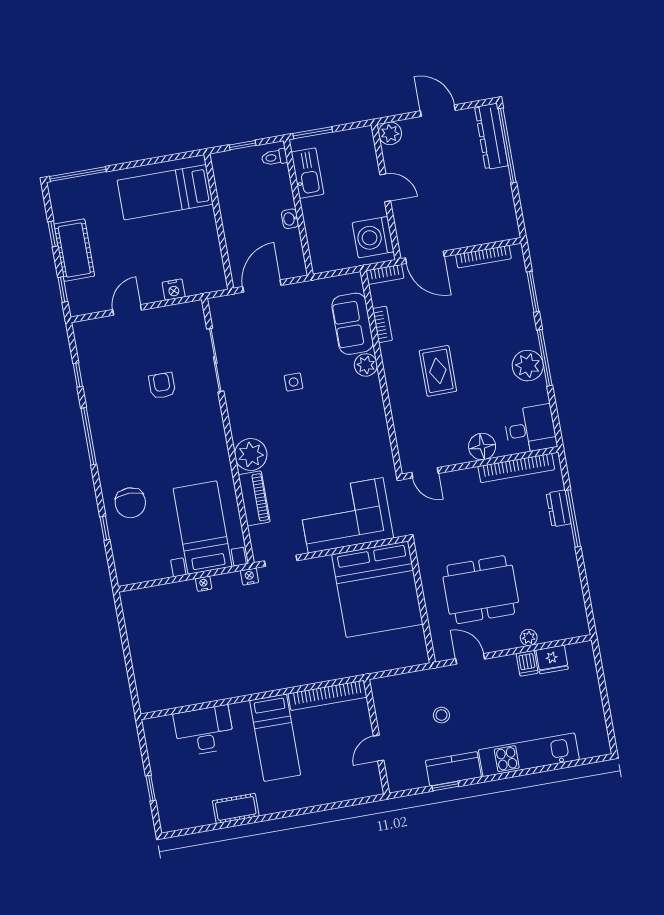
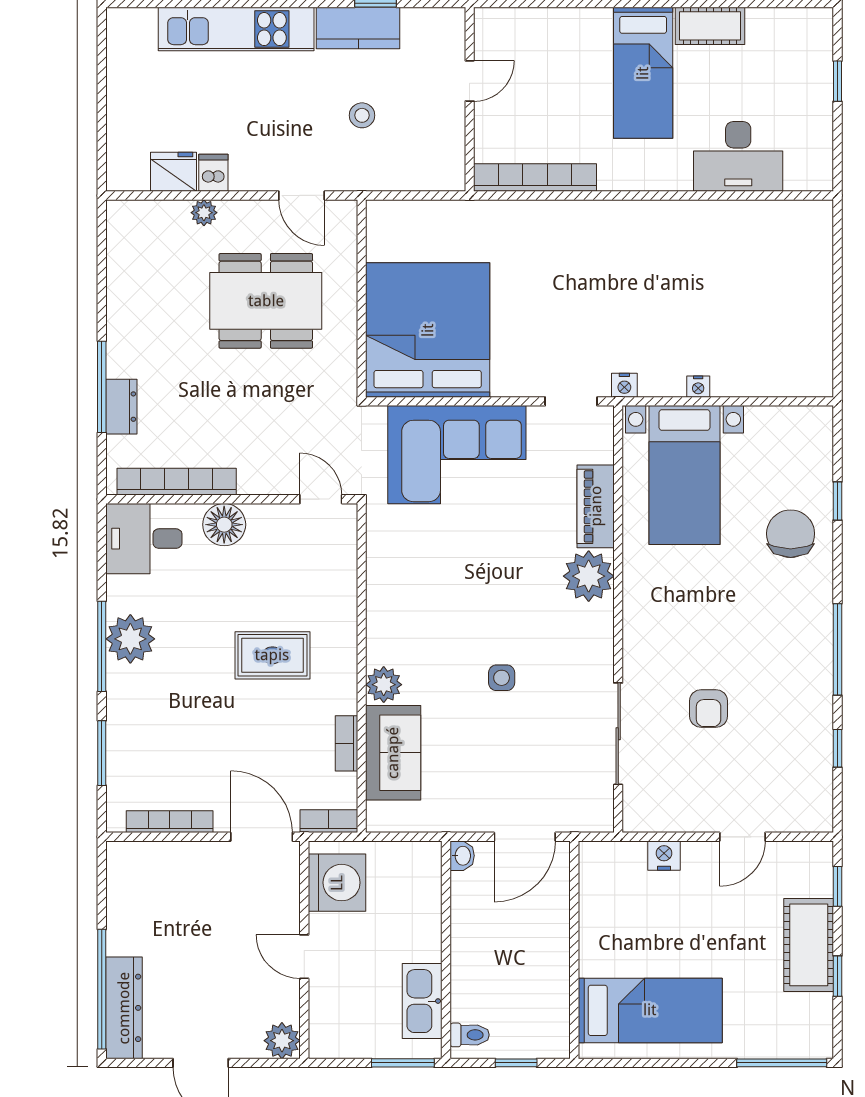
washbasin: (290, 219) -> (462, 856), moved
rug: (438, 371) -> (272, 655), turned 90
bed: (275, 738) -> (643, 73), moved, turned 180

